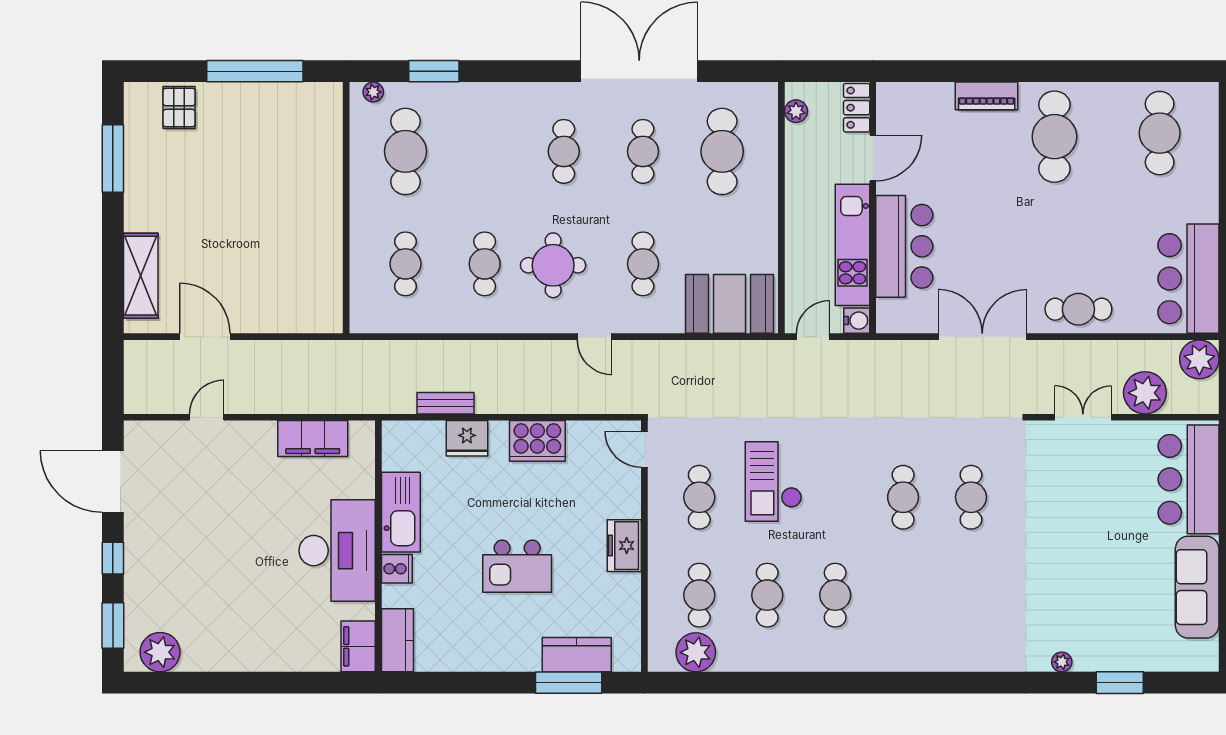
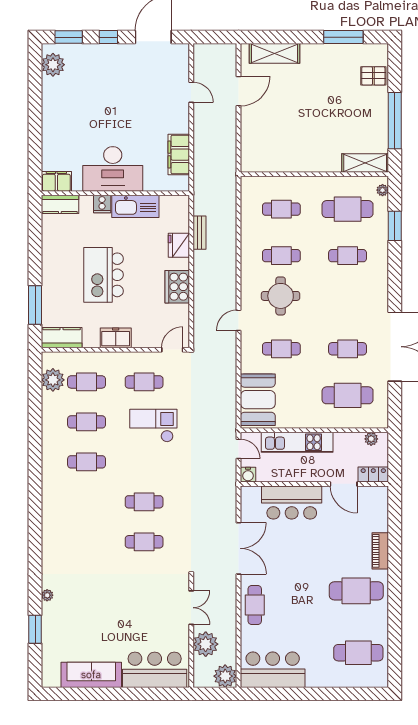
shelving: (327, 122) -> (365, 163), added
cafe table: (564, 151) -> (348, 256), moved
kitchen unit: (852, 245) -> (297, 442), moved, turned 180
kitchen island: (517, 566) -> (104, 275), width x1.37, depth x1.28
kitchen counter: (577, 655) -> (62, 338), moved, turned -90

